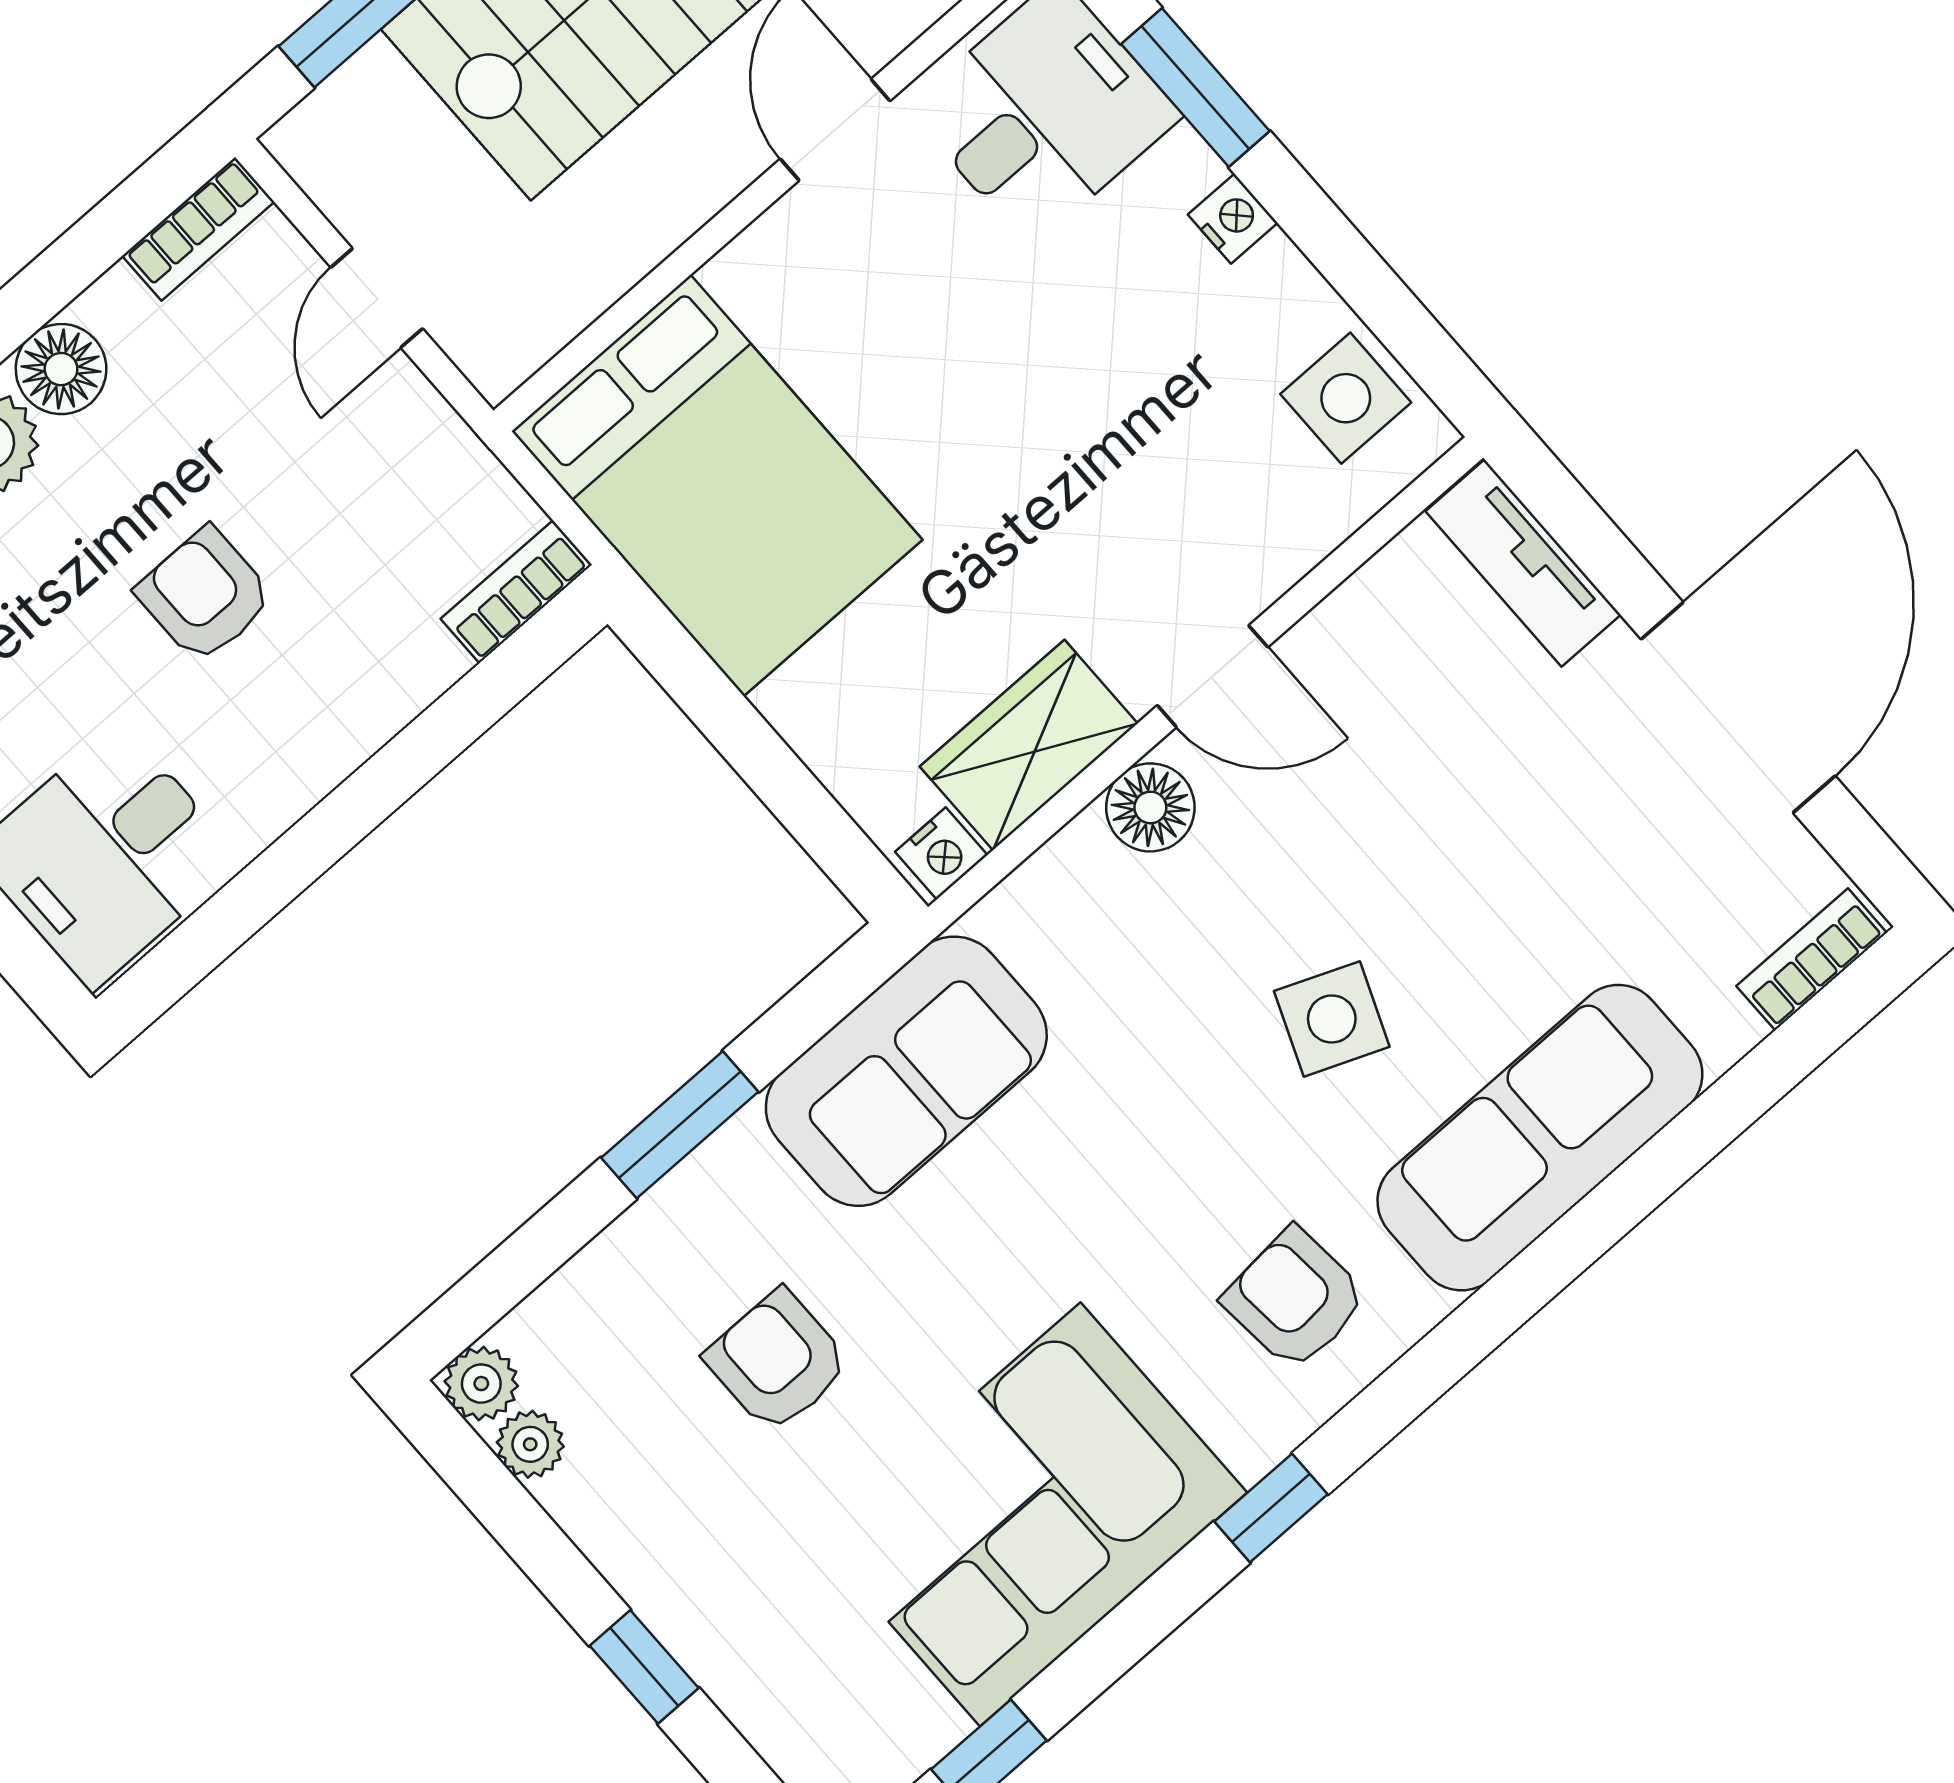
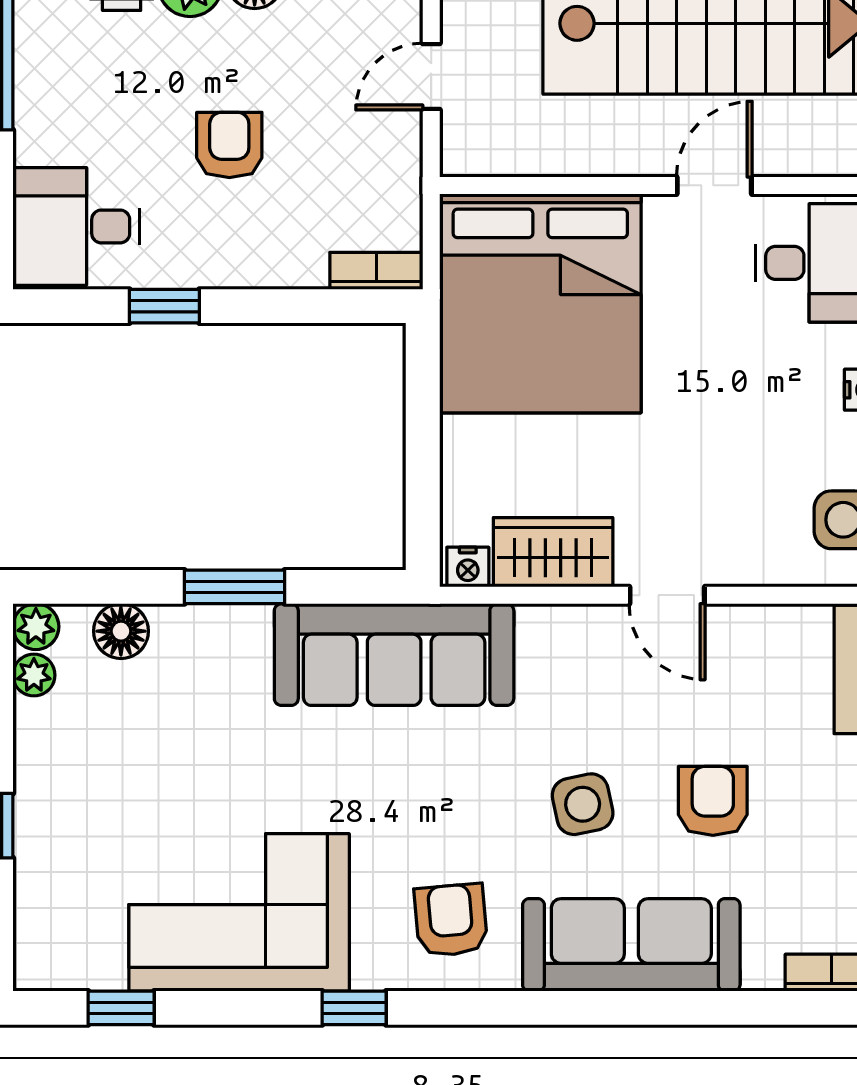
bed: (717, 486) -> (540, 303), width x1.36
floor lamp: (1150, 807) -> (121, 631), moved
window: (297, 859) -> (164, 306), added
side table: (1332, 1019) -> (583, 804), turned -34
sofa: (906, 1071) -> (394, 655), width x1.36
armchair: (777, 1361) -> (713, 801), moved

